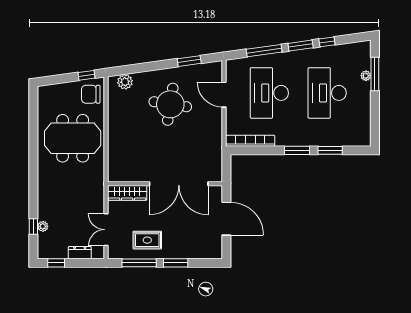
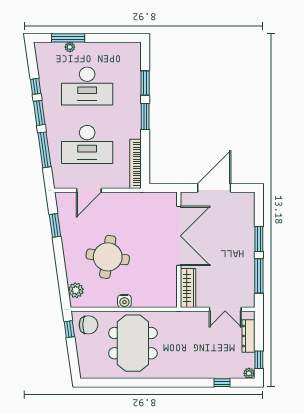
chair: (91, 94) -> (88, 325), turned -90
round table: (170, 104) -> (108, 257), moved
water cooler: (114, 130) -> (124, 301), added
plant: (43, 226) -> (249, 373), moved
rug: (147, 240) -> (236, 268), removed
dresser: (80, 253) -> (248, 336), width x1.44

